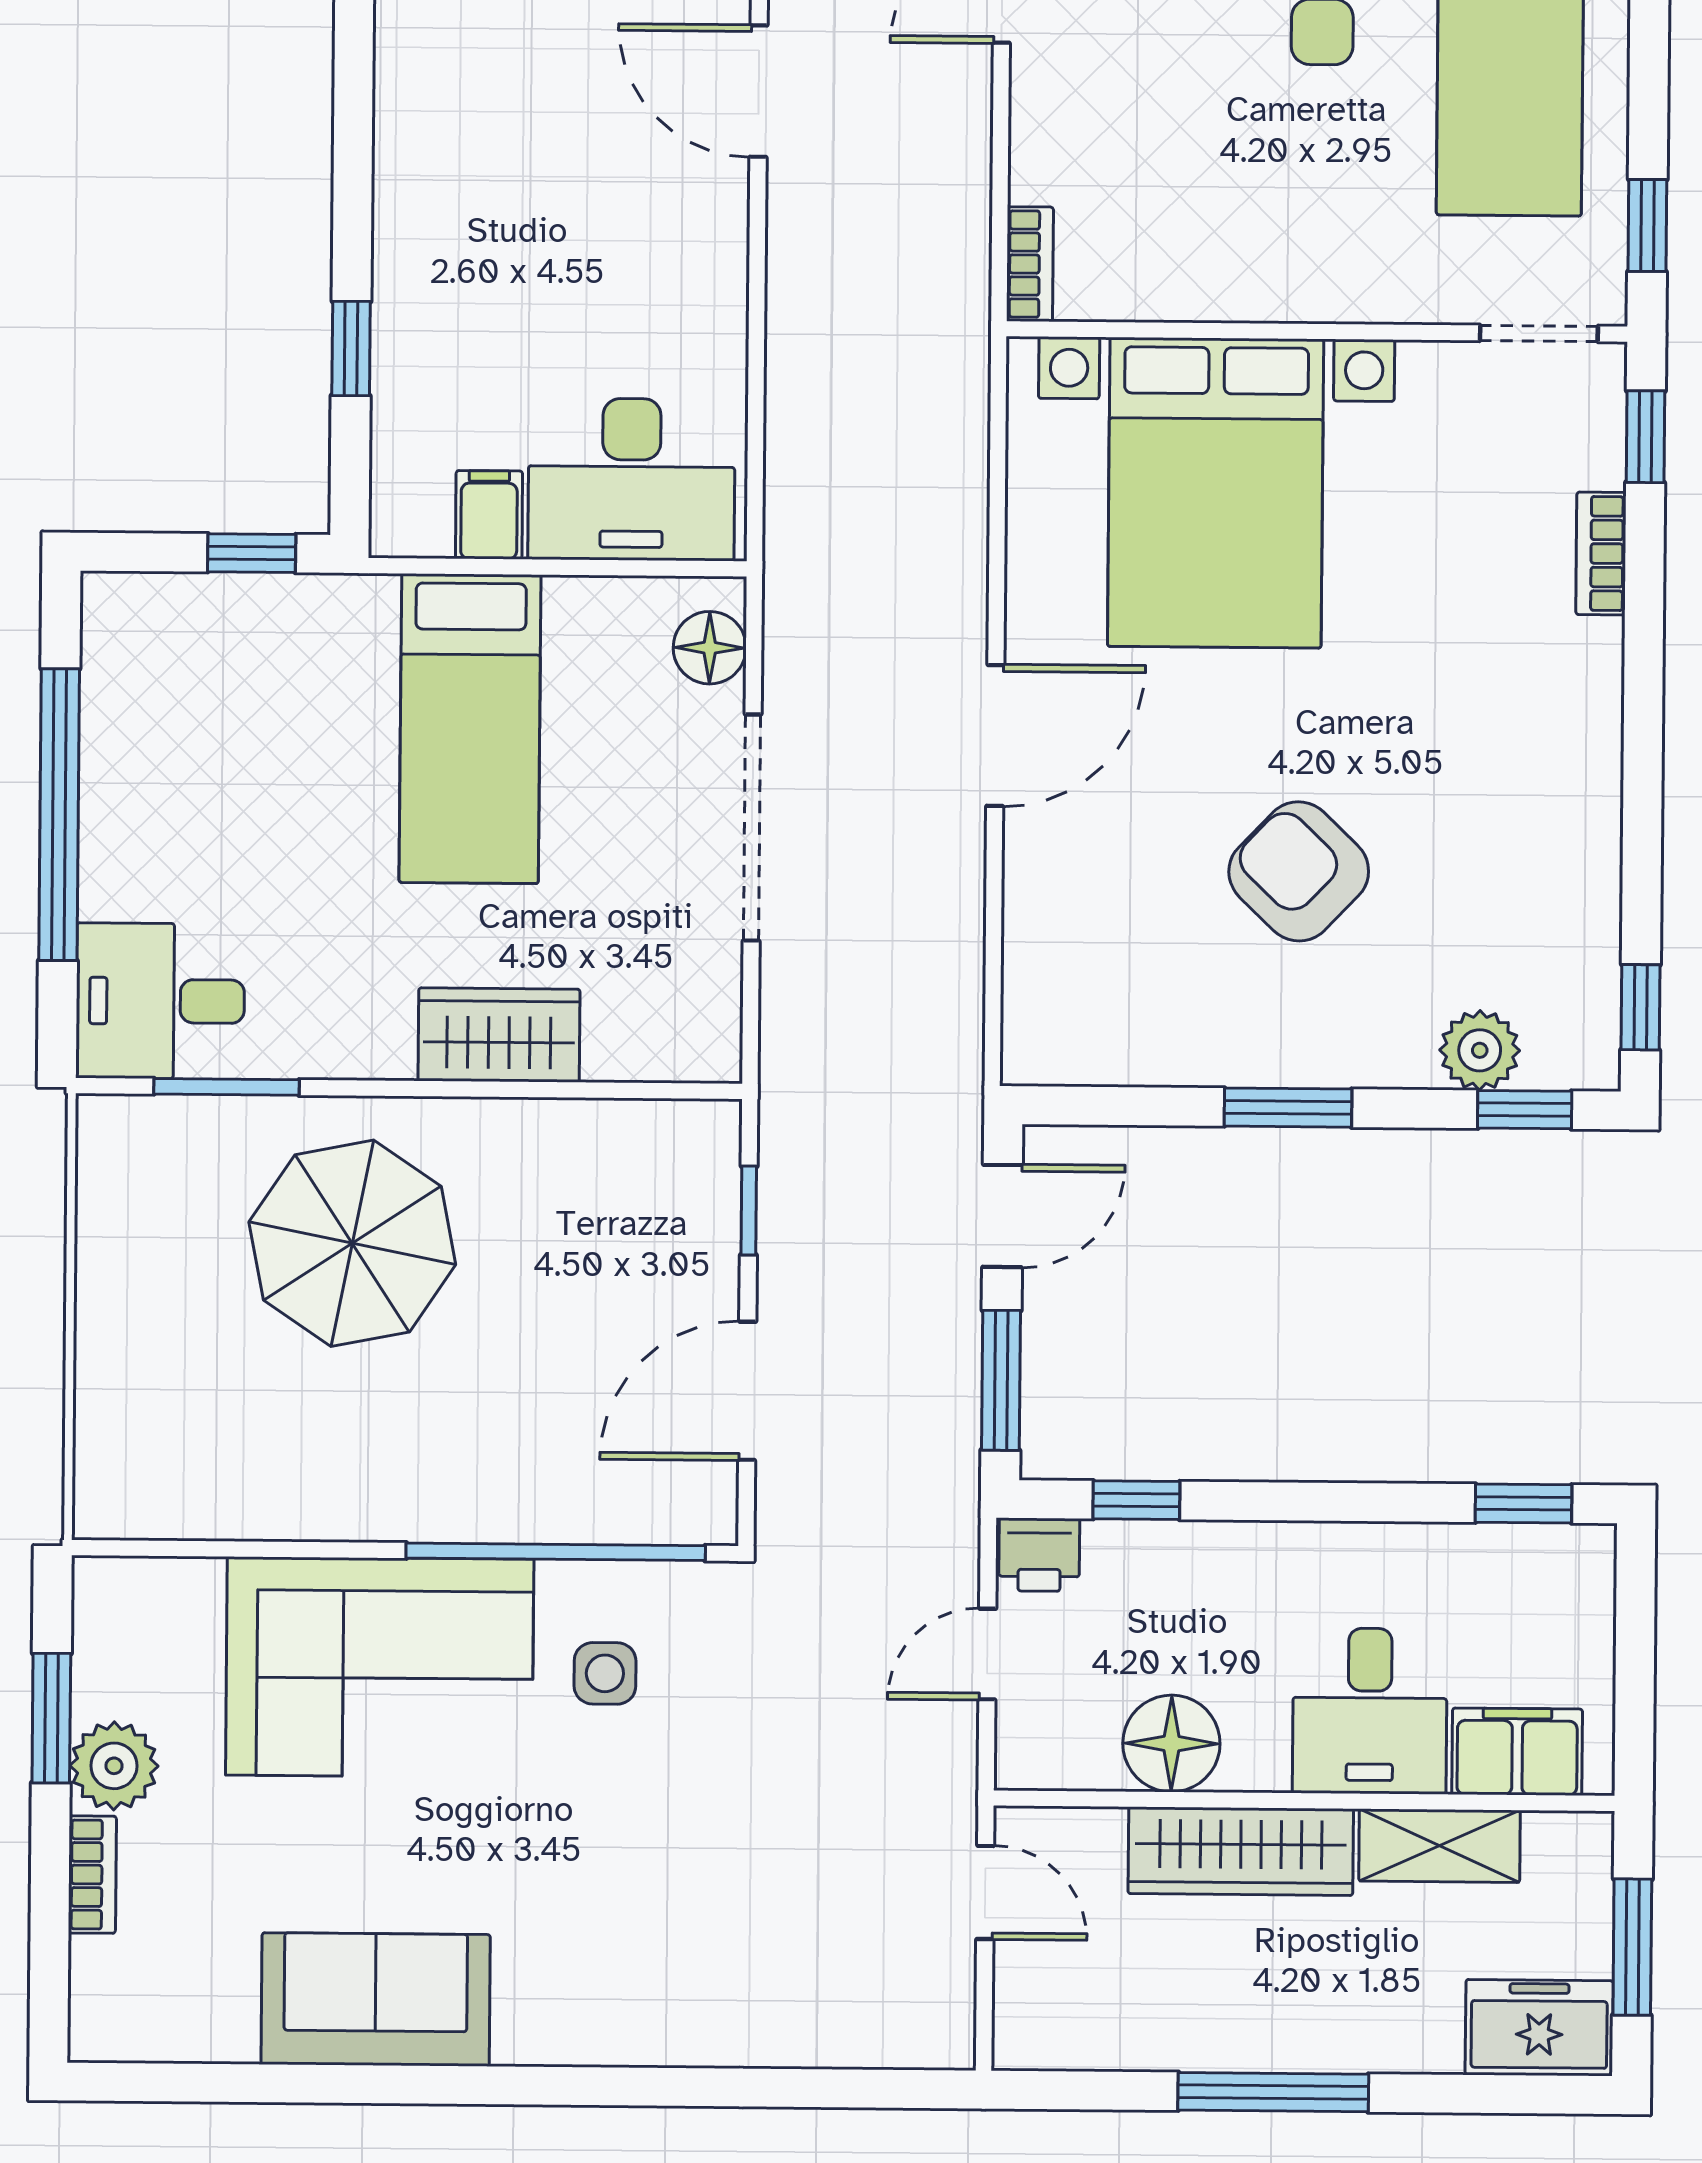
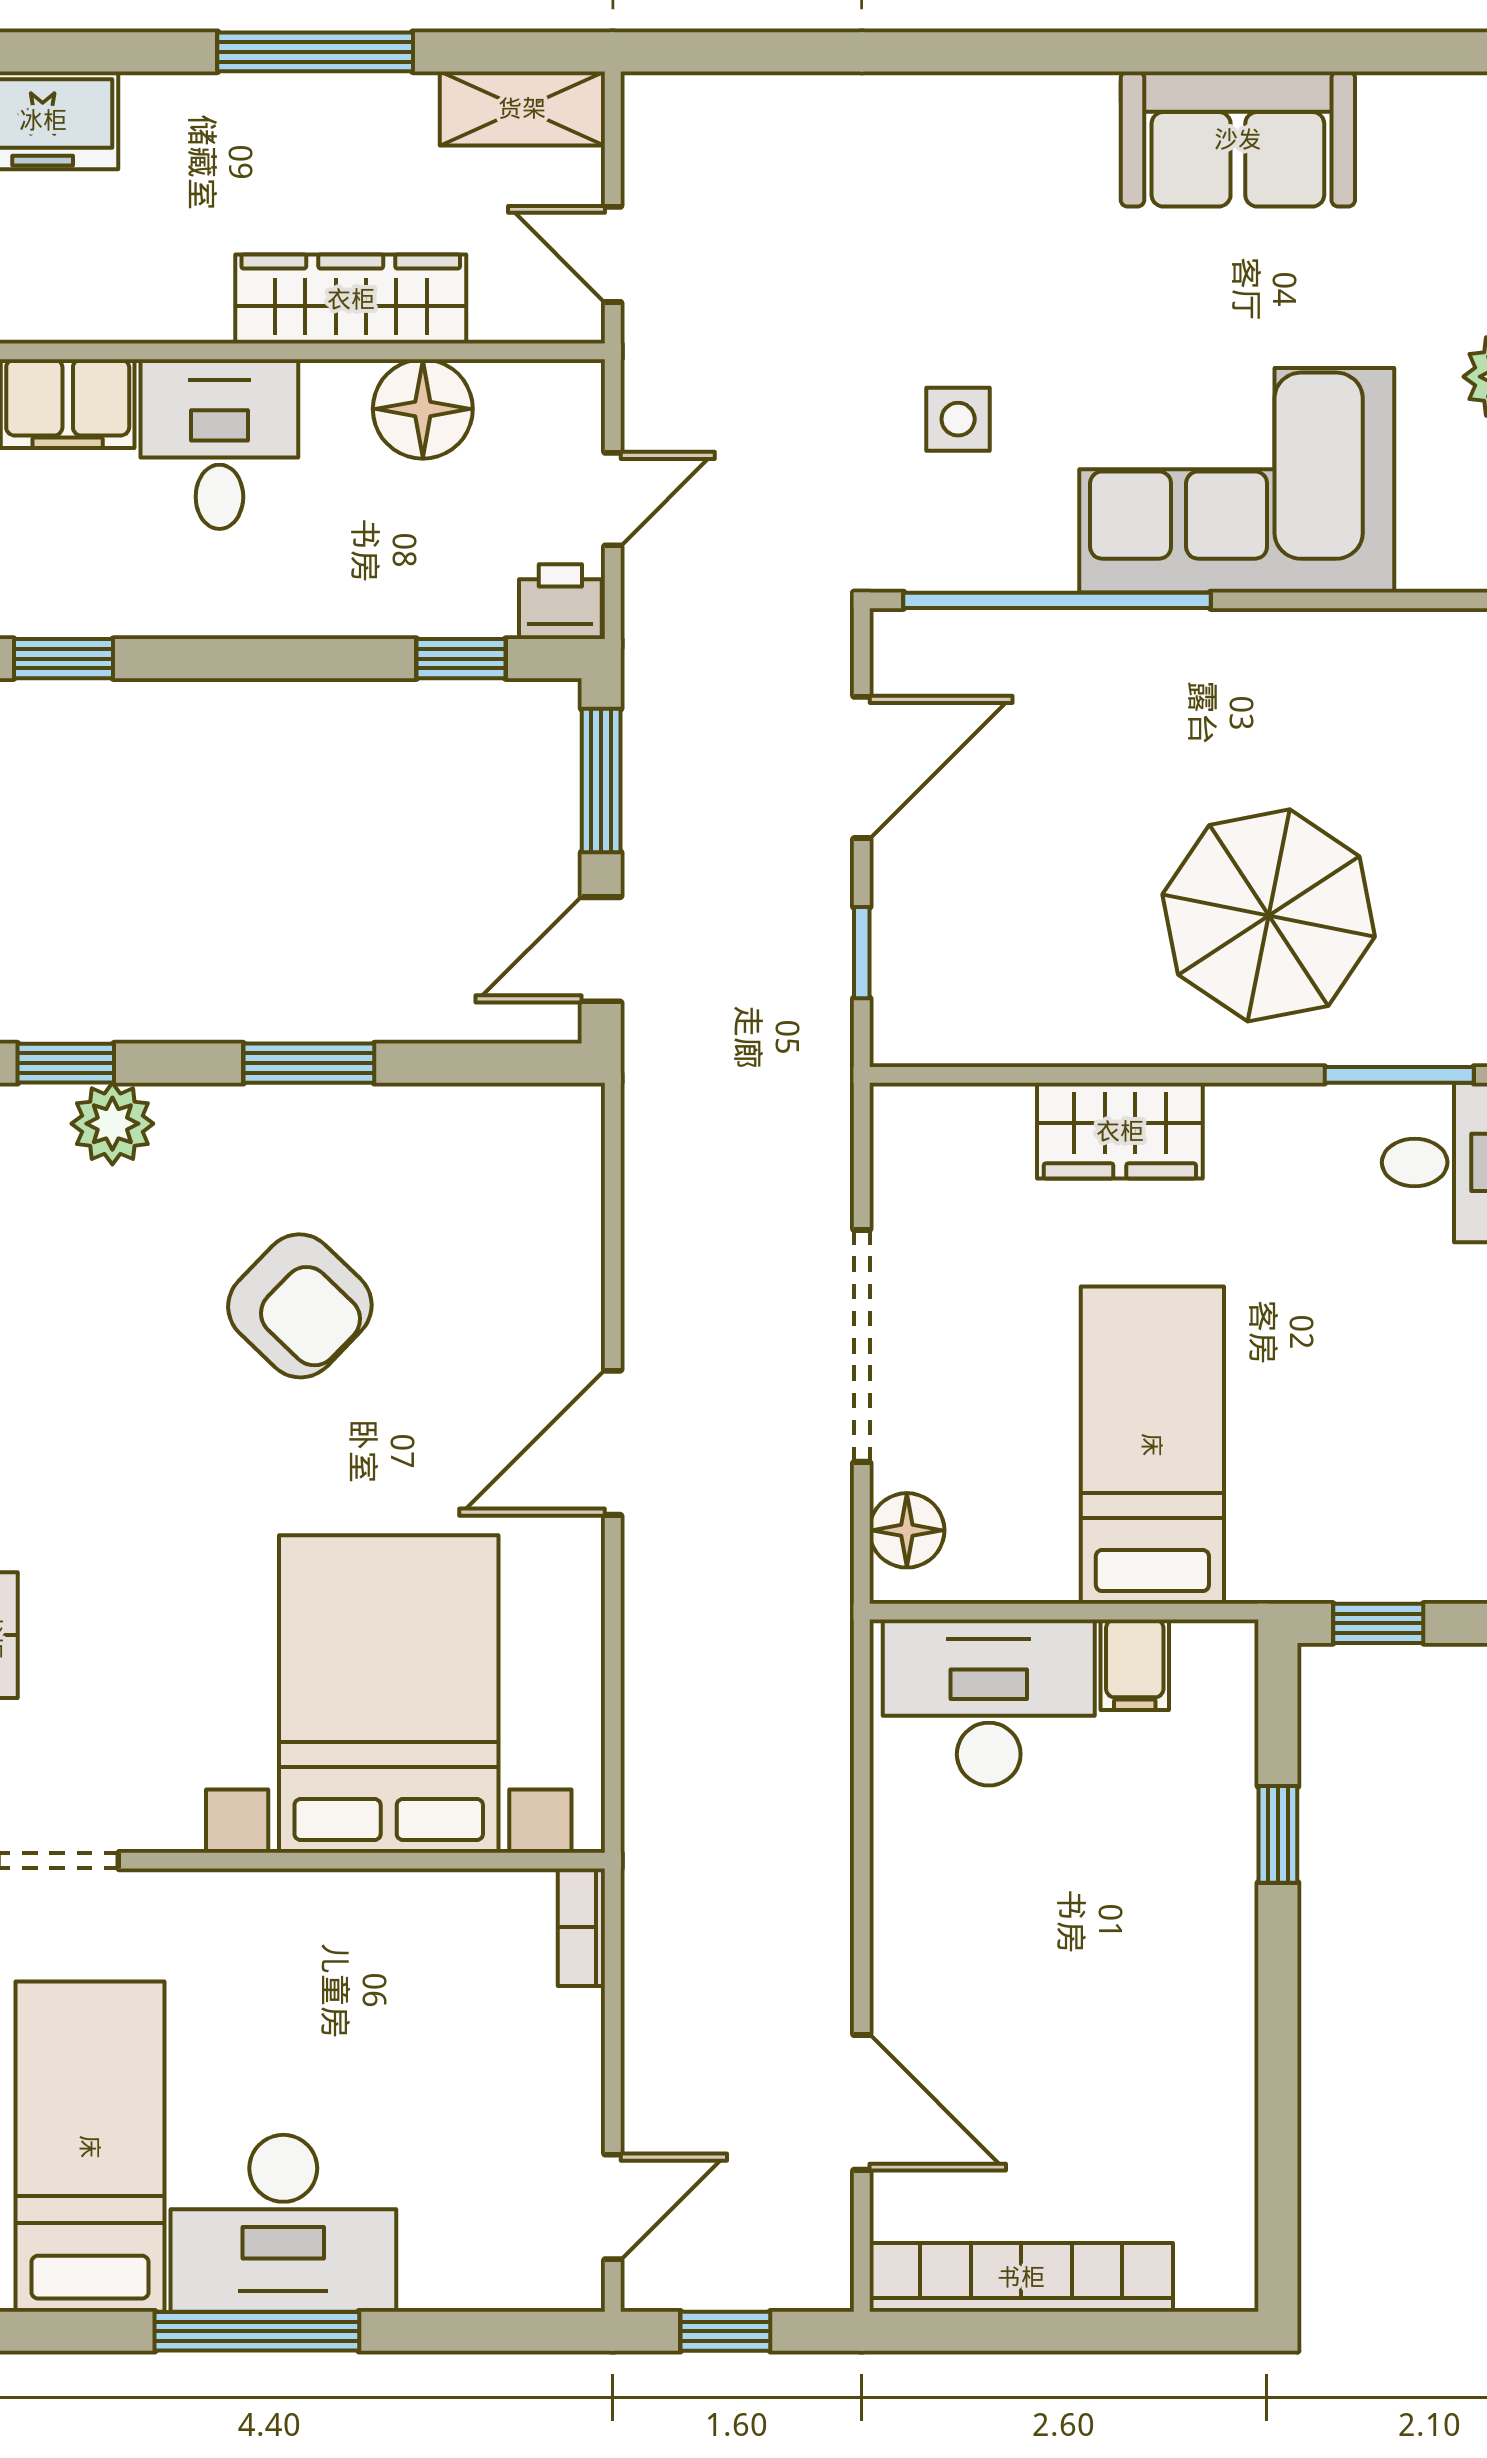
side table: (605, 1673) -> (958, 419), moved
shelving: (1440, 1846) -> (522, 108), moved

